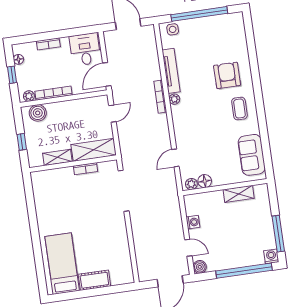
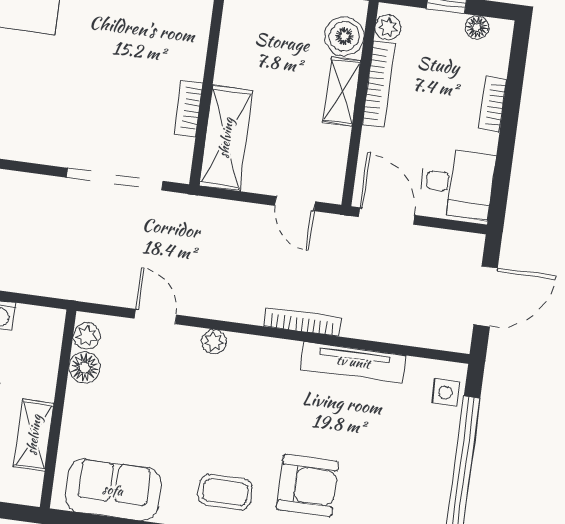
plant: (174, 99) -> (214, 342), moved
shelving: (57, 157) -> (342, 92), moved

